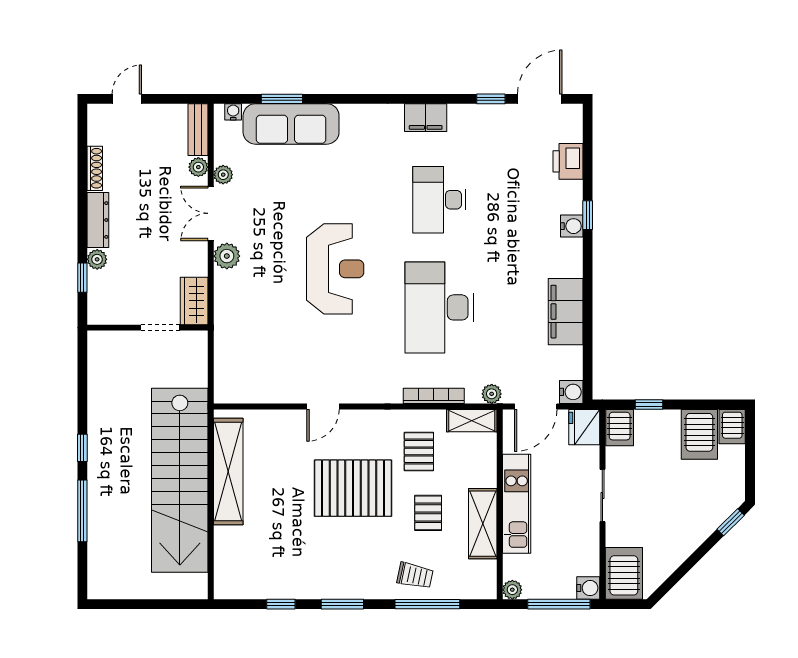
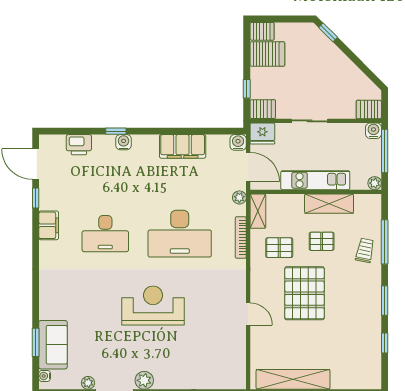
filing cabinet: (426, 118) -> (49, 225), moved
sofa: (291, 124) -> (53, 345), width x0.73
server rack: (624, 573) -> (369, 110), width x0.73, depth x0.70

